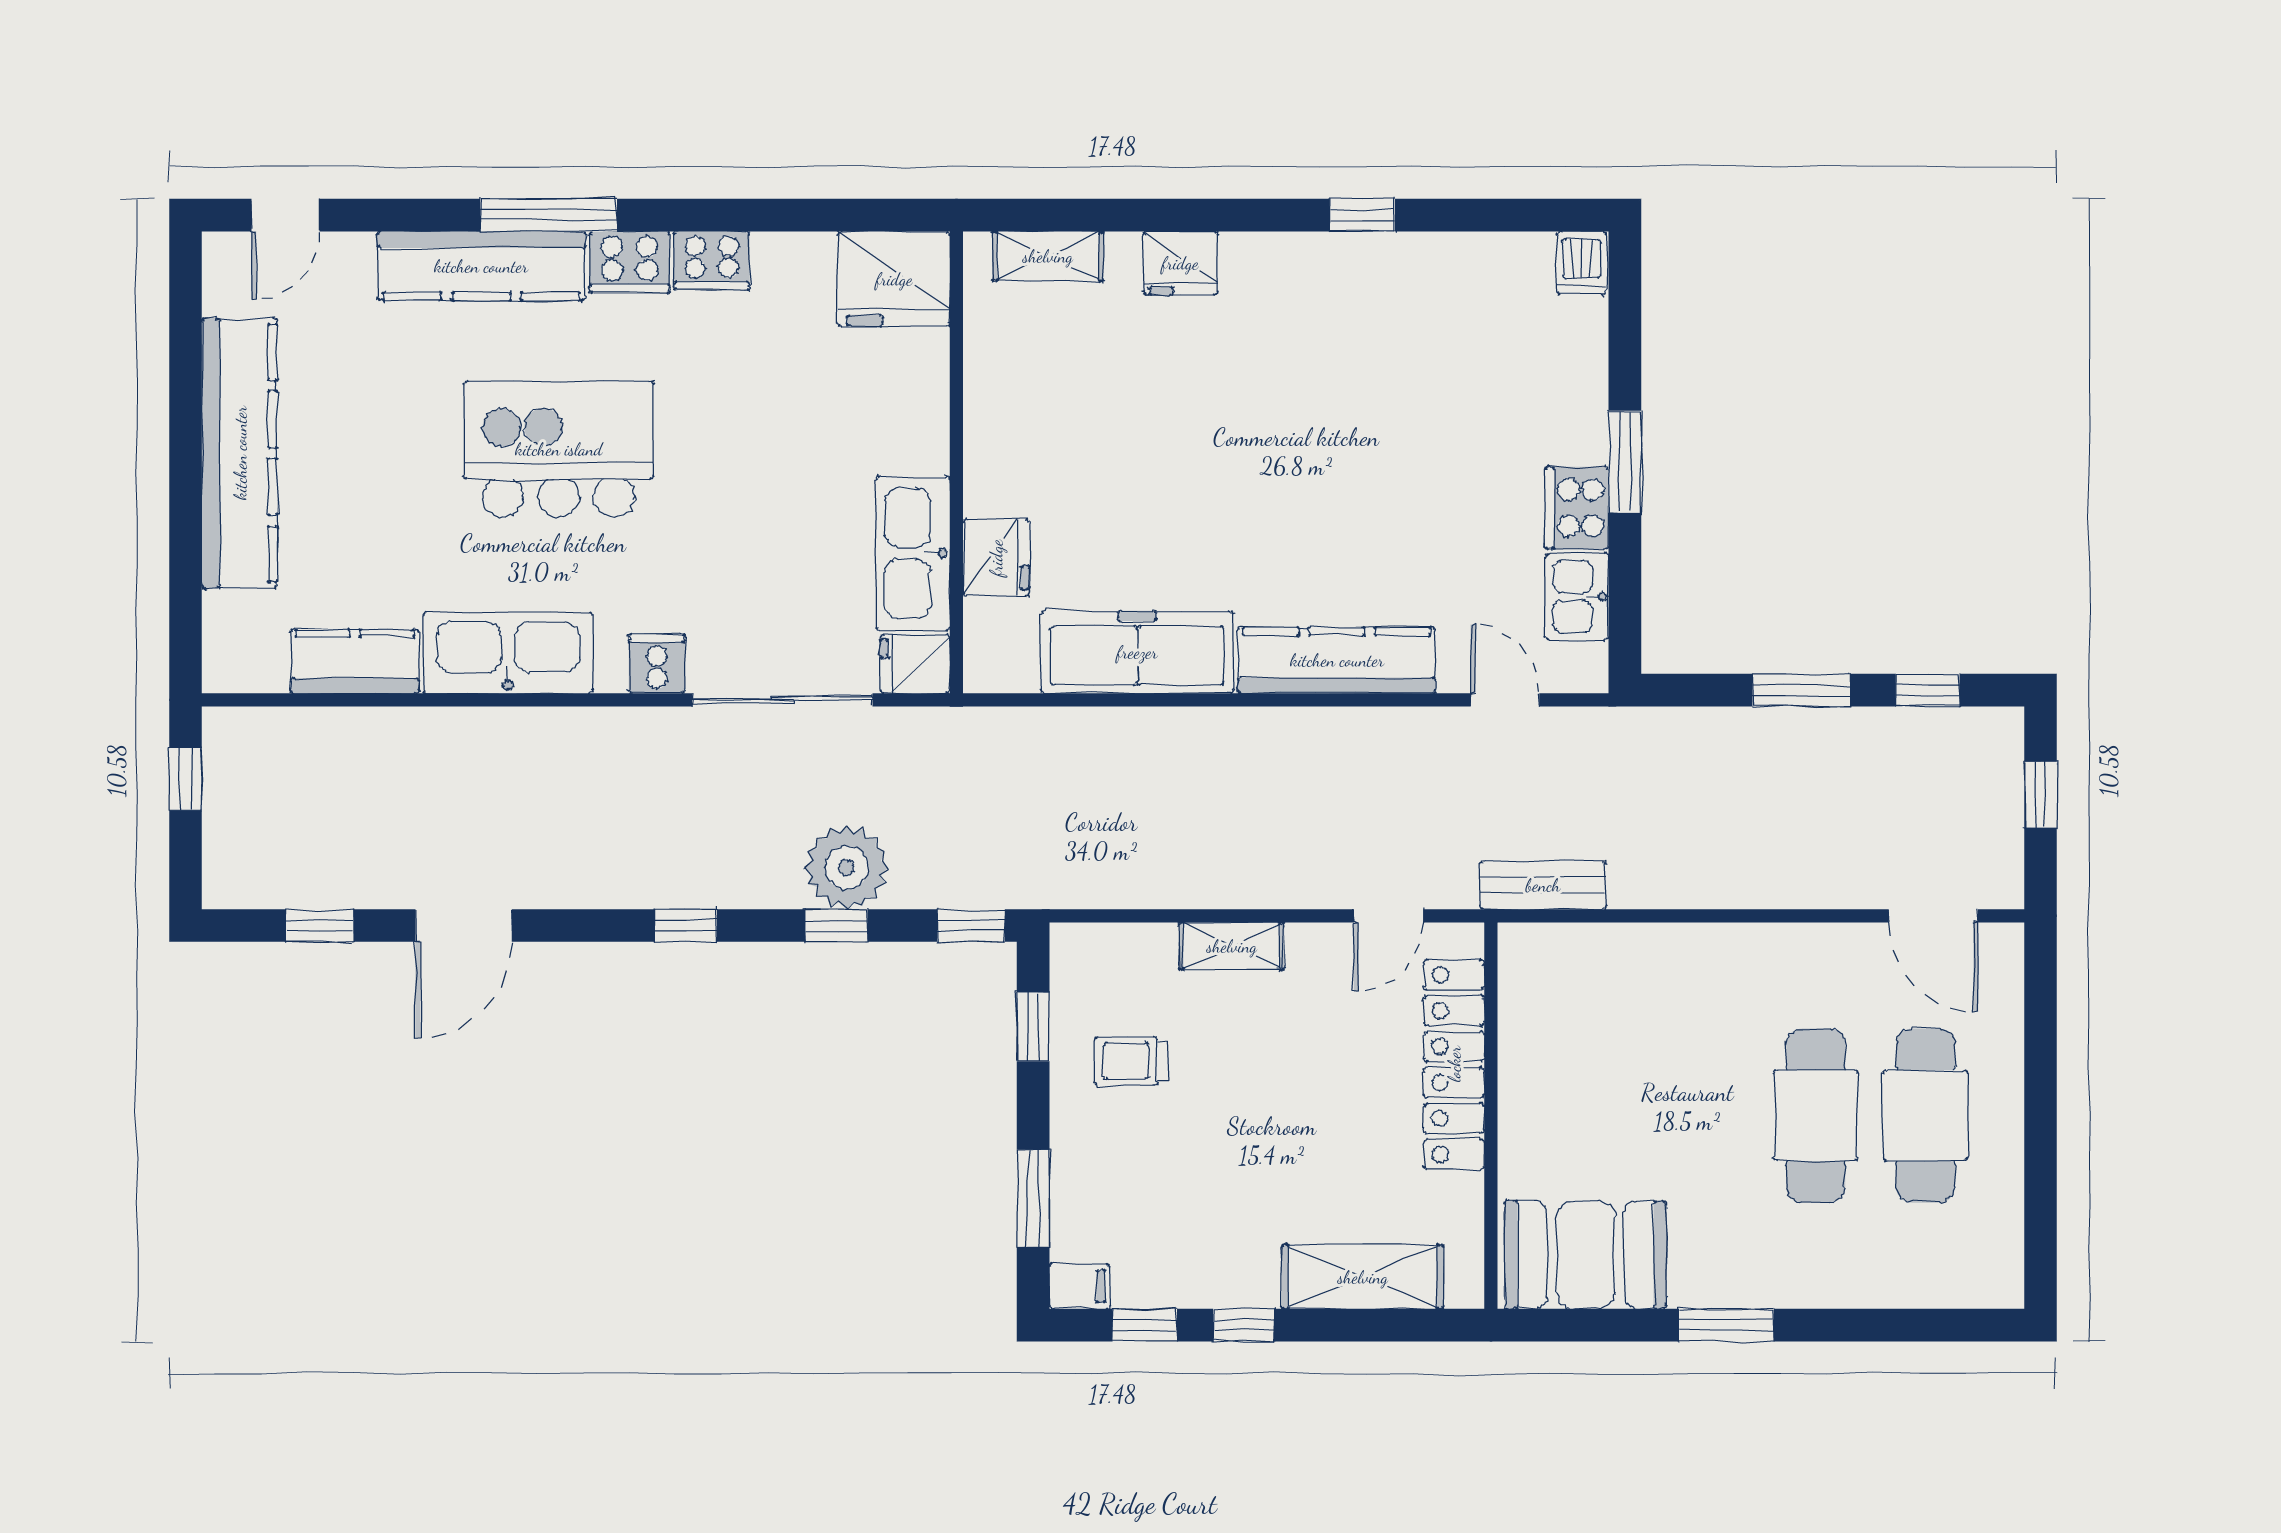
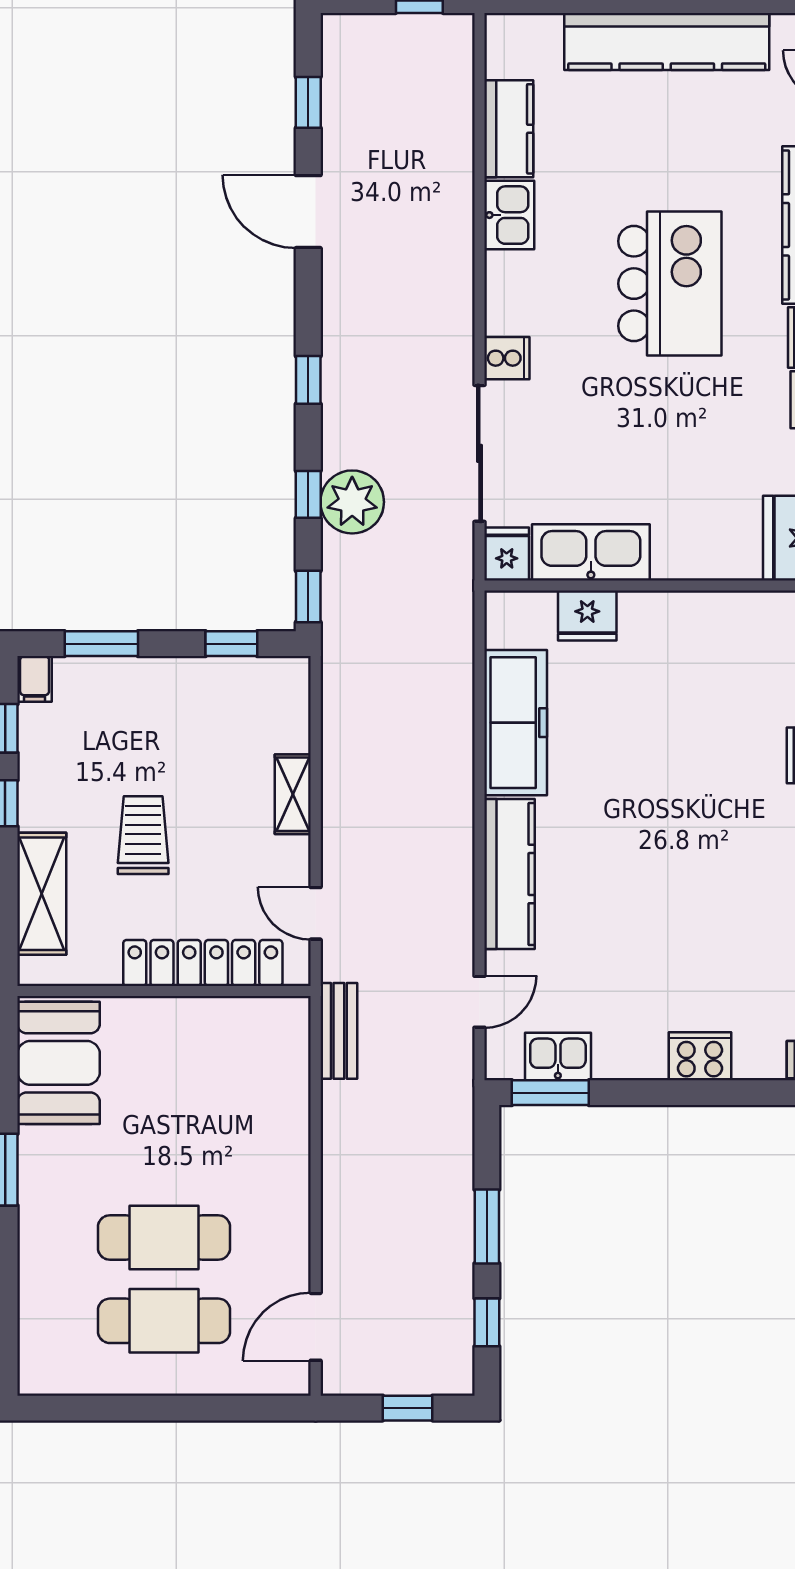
window: (1625, 462) -> (550, 1093), moved
cooker: (1577, 508) -> (700, 1056), moved
kitchen sink: (508, 653) -> (509, 215), width x0.53, depth x0.81
trolley: (1131, 1061) -> (143, 835), moved, width x1.36, depth x1.39

